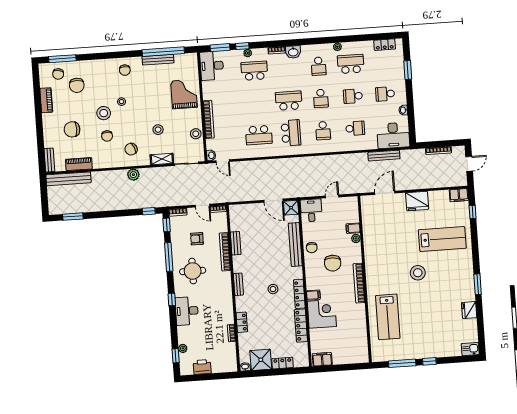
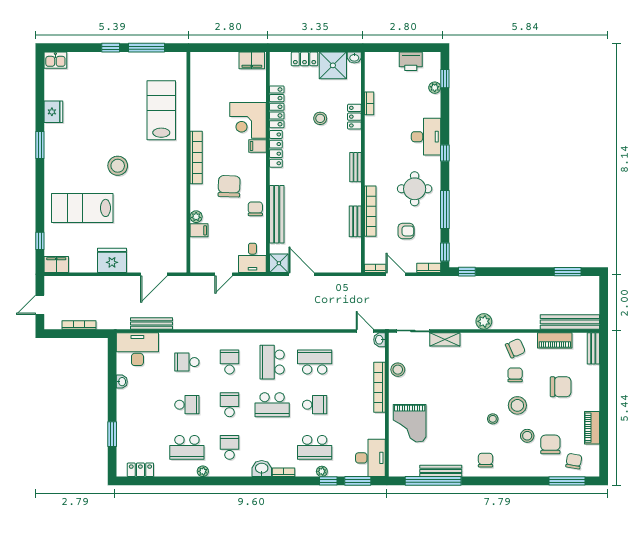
school desk: (385, 94) -> (315, 405), moved
stool: (158, 130) -> (527, 436), moved
chair: (131, 149) -> (515, 348), moved
stool: (273, 289) -> (320, 118), moved

